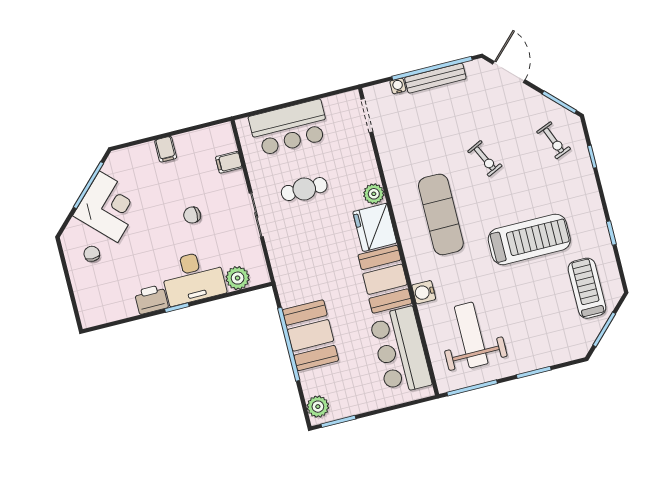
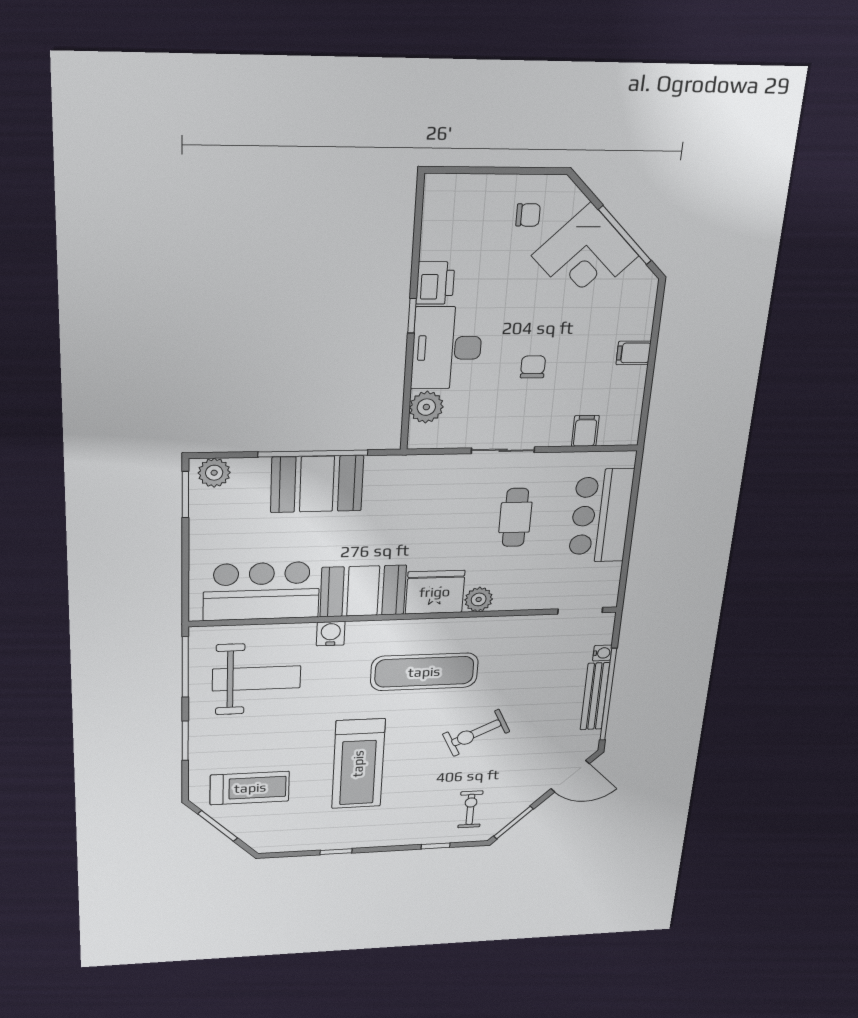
exercise bike: (554, 140) -> (470, 809), turned 112
exercise bike: (485, 159) -> (476, 733), width x1.38, depth x1.39
treadmill: (587, 288) -> (250, 788), moved

